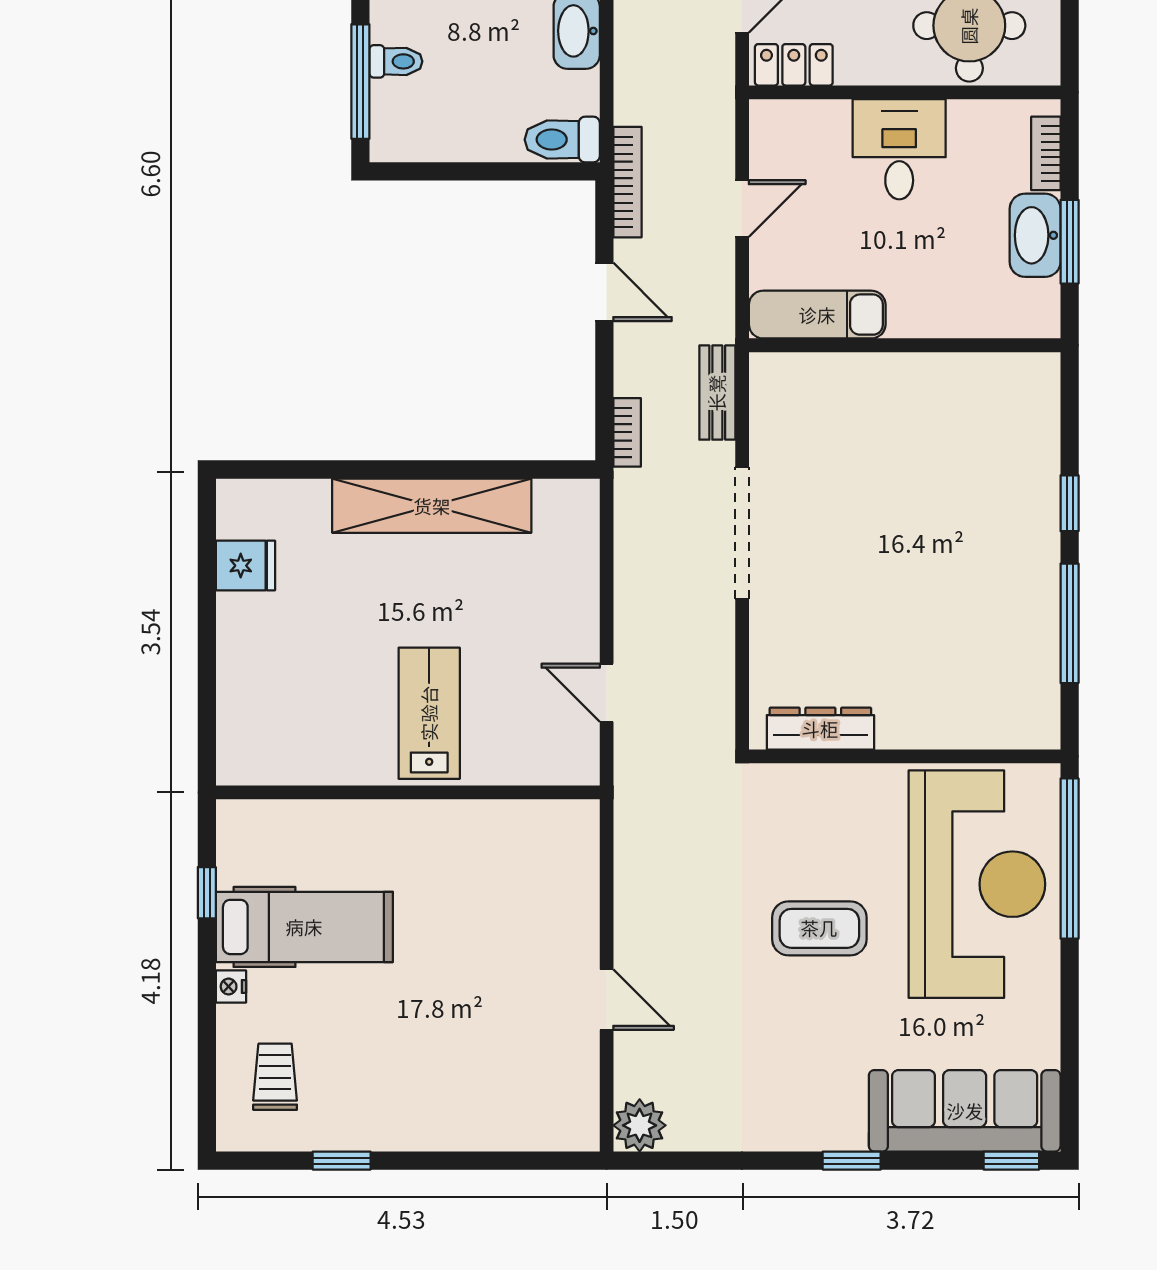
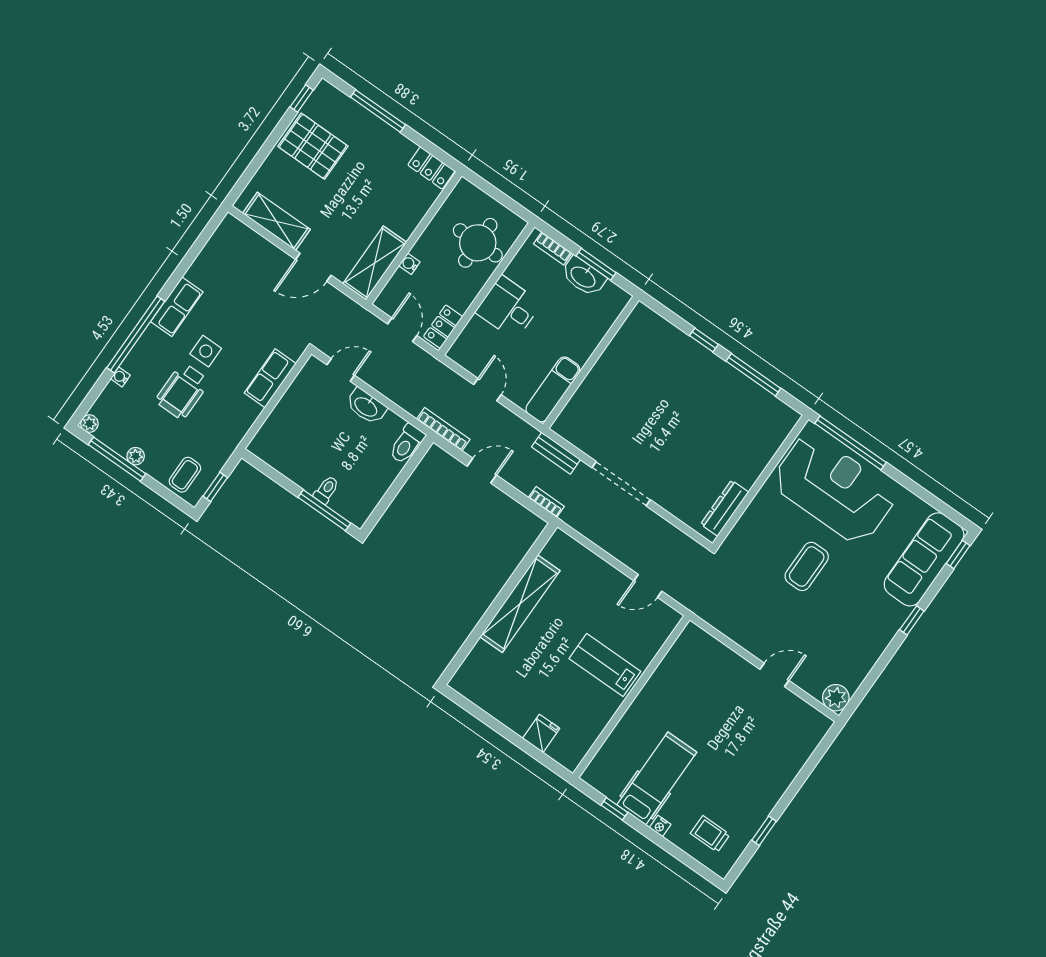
fridge: (245, 566) -> (541, 733), moved

